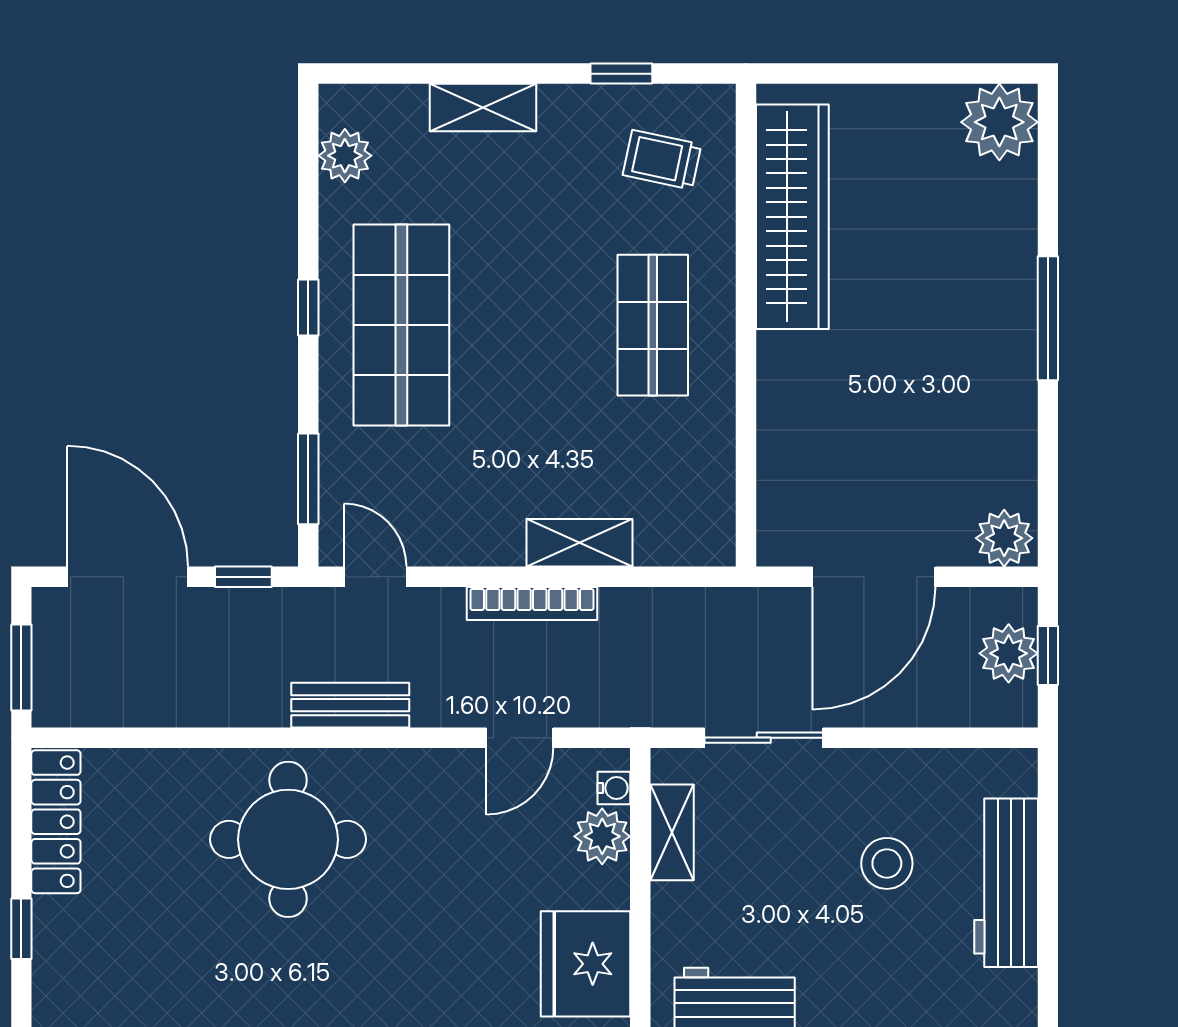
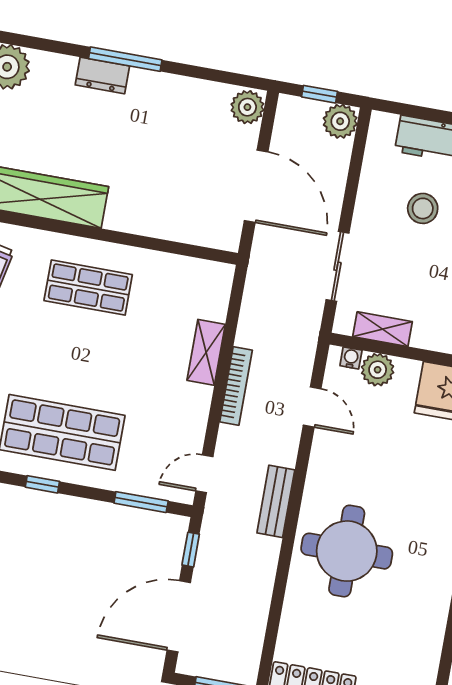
dresser: (1014, 285) -> (102, 75), added
plant: (1009, 653) -> (340, 121), moved

